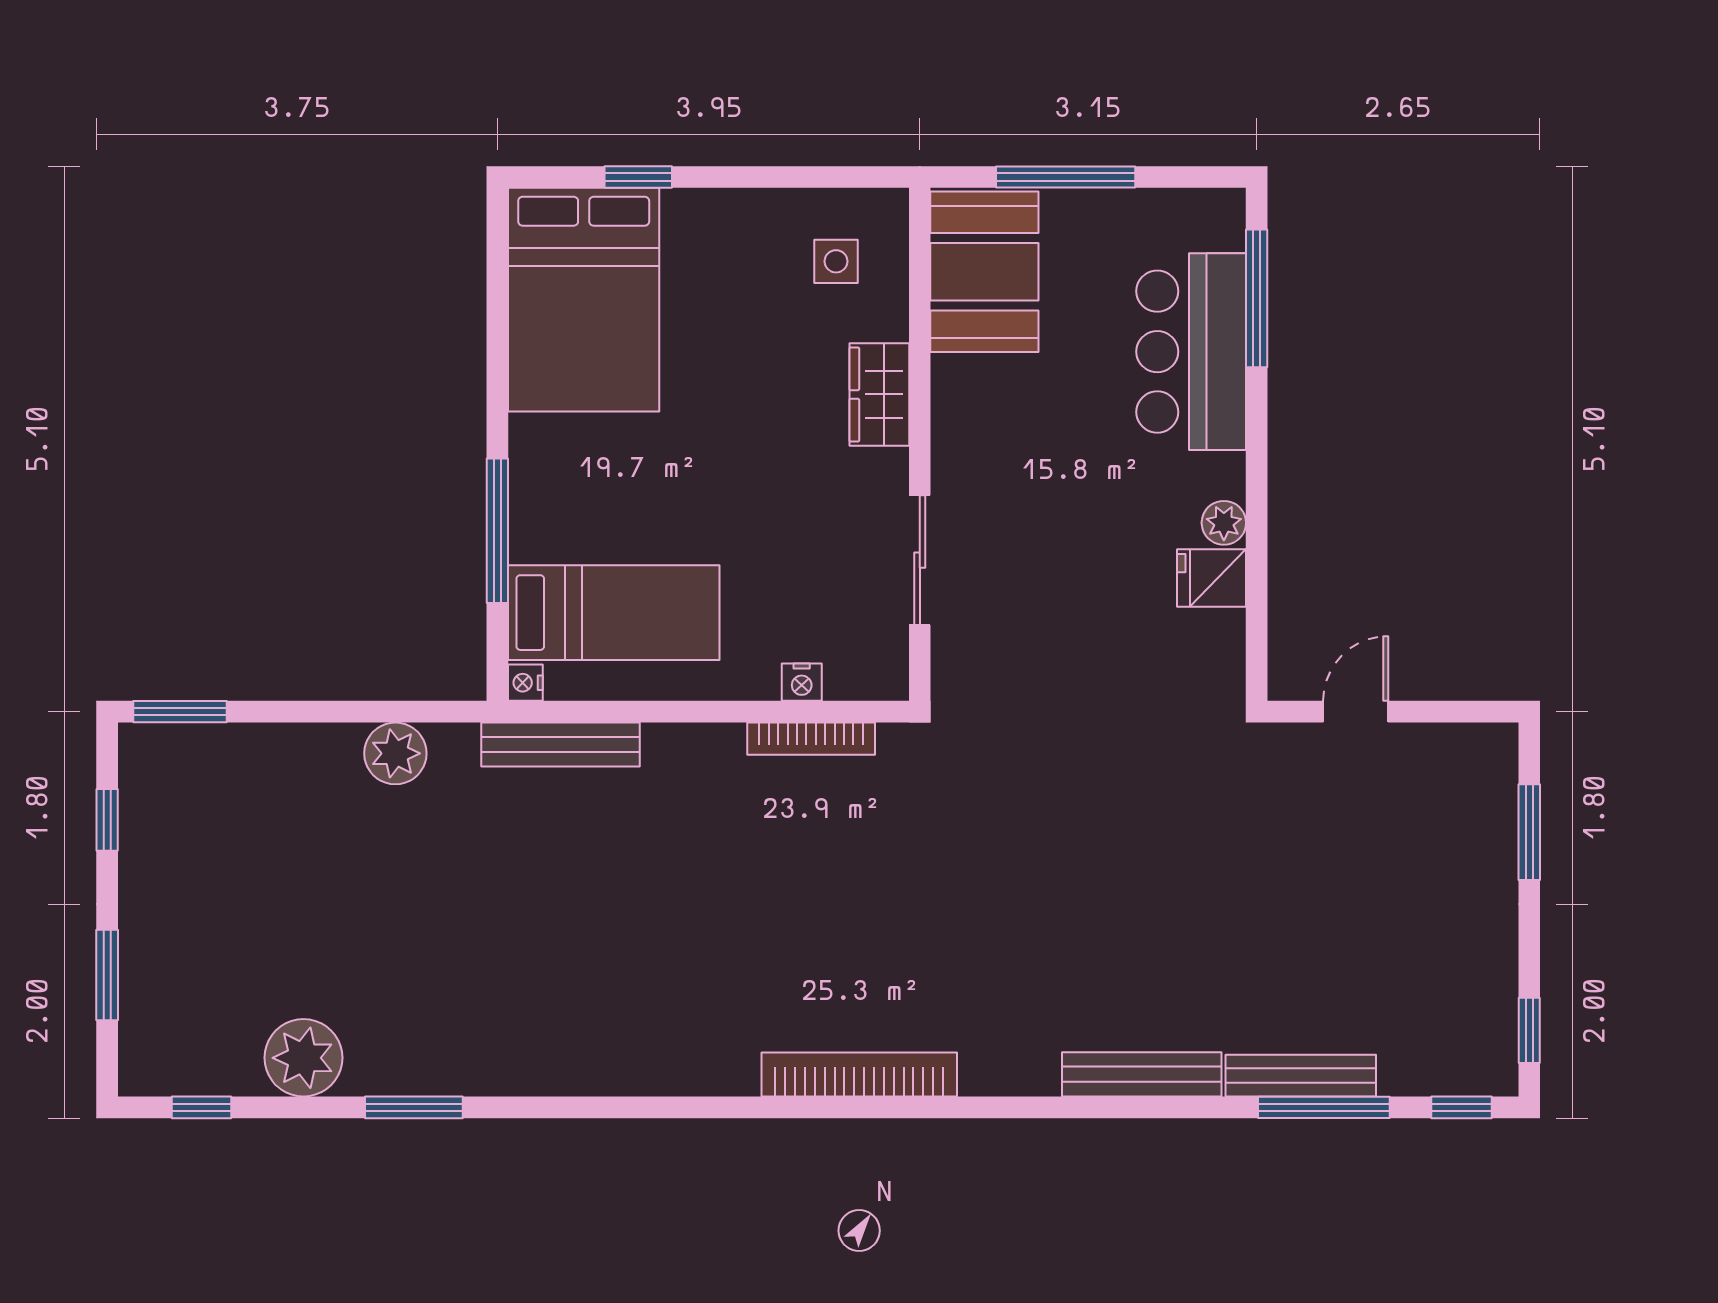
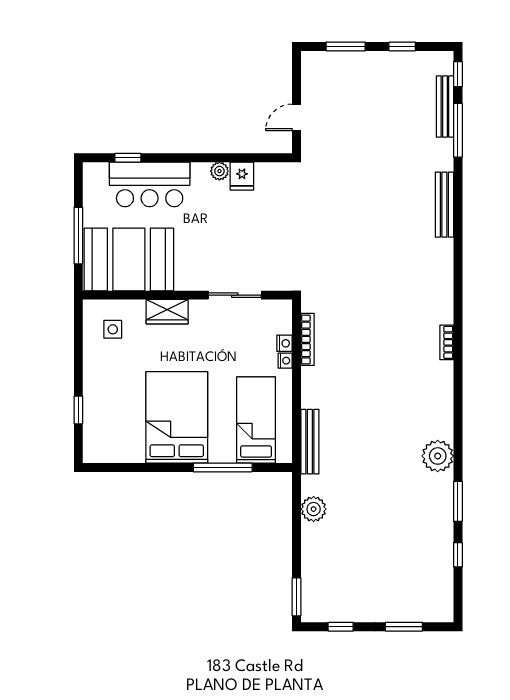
booth: (984, 272) -> (129, 259), width x1.36, depth x1.42
window: (1257, 298) -> (128, 158), width x0.46
bed: (584, 300) -> (177, 417), moved, turned -90
nightstand: (525, 683) -> (285, 361), moved, turned -90
door: (1356, 712) -> (296, 117), hinge flipped
window: (1529, 1030) -> (402, 46), moved
plant: (303, 1058) -> (438, 456), moved
bookcase: (859, 1074) -> (447, 342), width x0.43, depth x0.76
bench: (1301, 1076) -> (445, 107), moved
window: (201, 1107) -> (458, 555), moved

